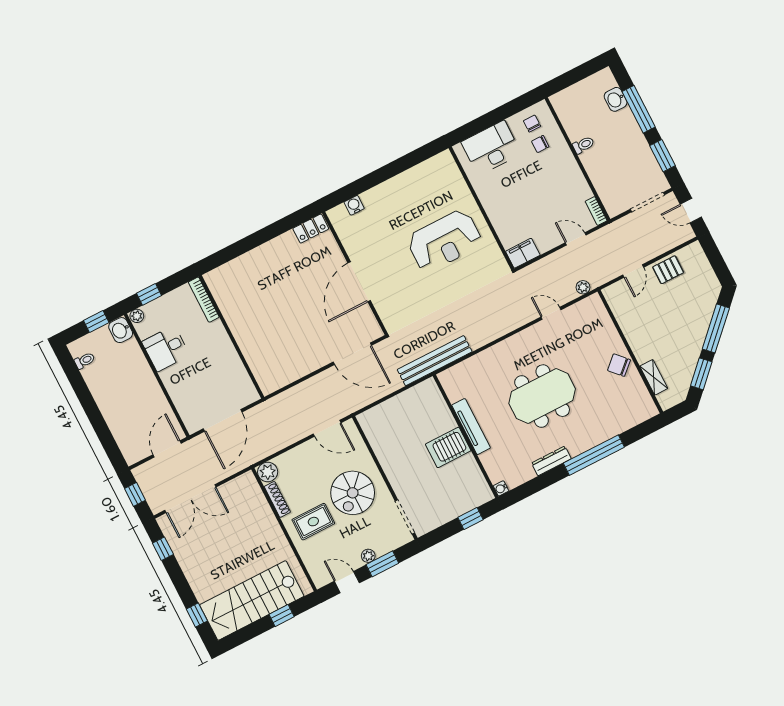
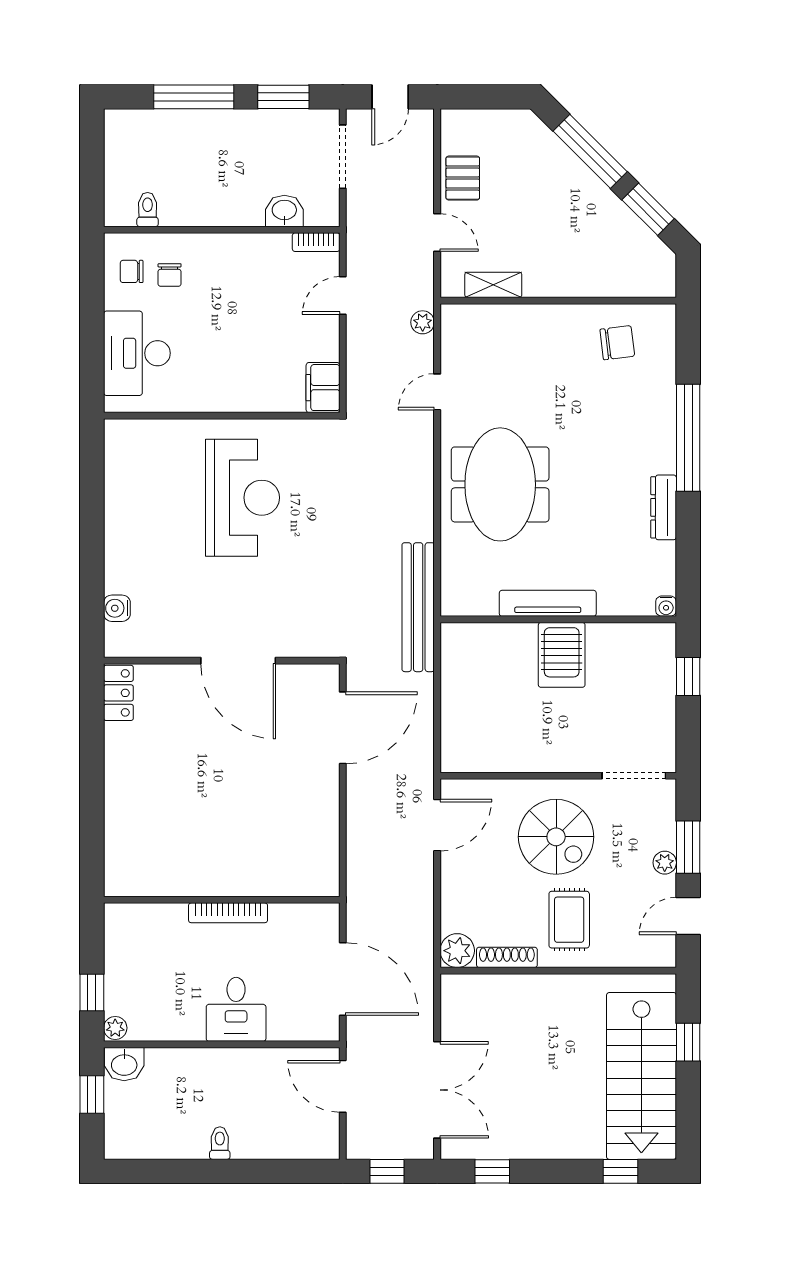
washbasin: (616, 99) -> (284, 211), moved, turned 180
toilet: (583, 145) -> (148, 210), moved
bookcase: (204, 300) -> (228, 913), moved
desk: (166, 348) -> (236, 1009), moved
toilet: (85, 361) -> (220, 1143), moved
chair: (619, 365) -> (617, 343), moved, turned -144
shelving: (654, 377) -> (493, 285), moved
meeting table: (542, 396) -> (500, 484), moved

